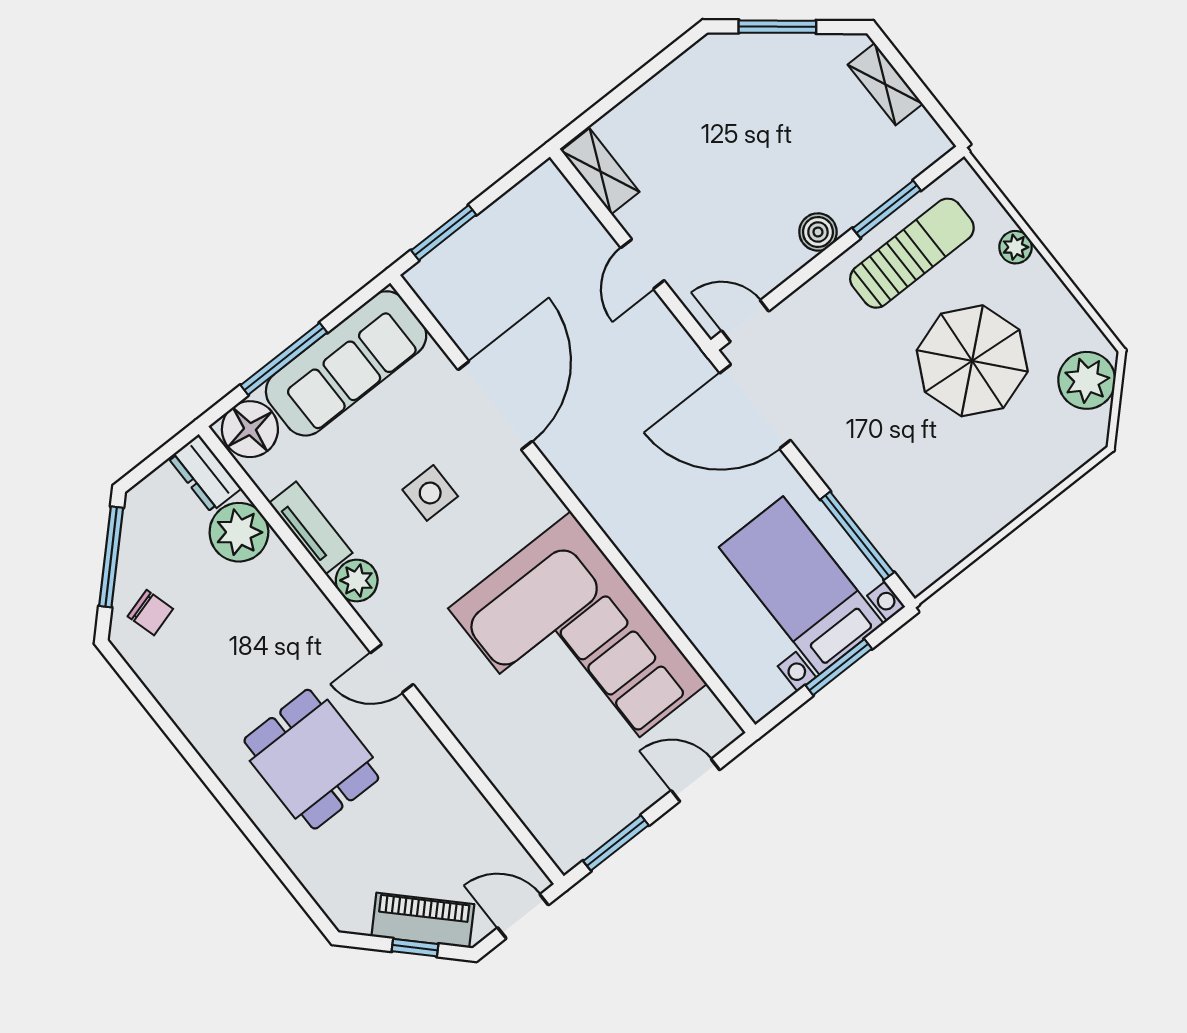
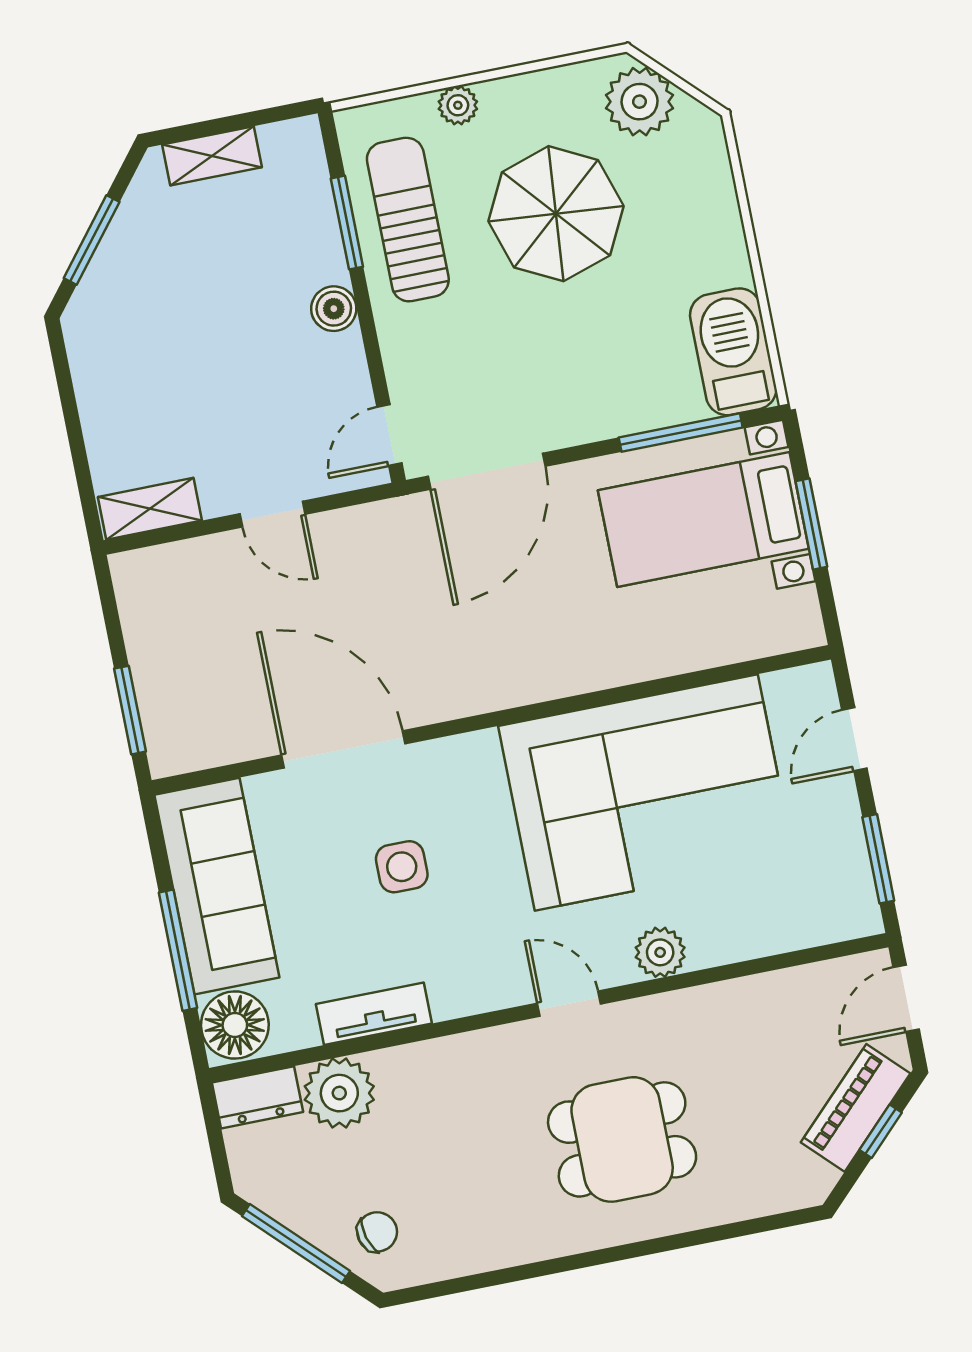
barbecue: (937, 544) -> (733, 352), added
plant: (357, 580) -> (660, 952), moved
door: (392, 669) -> (569, 1004), swing flipped

